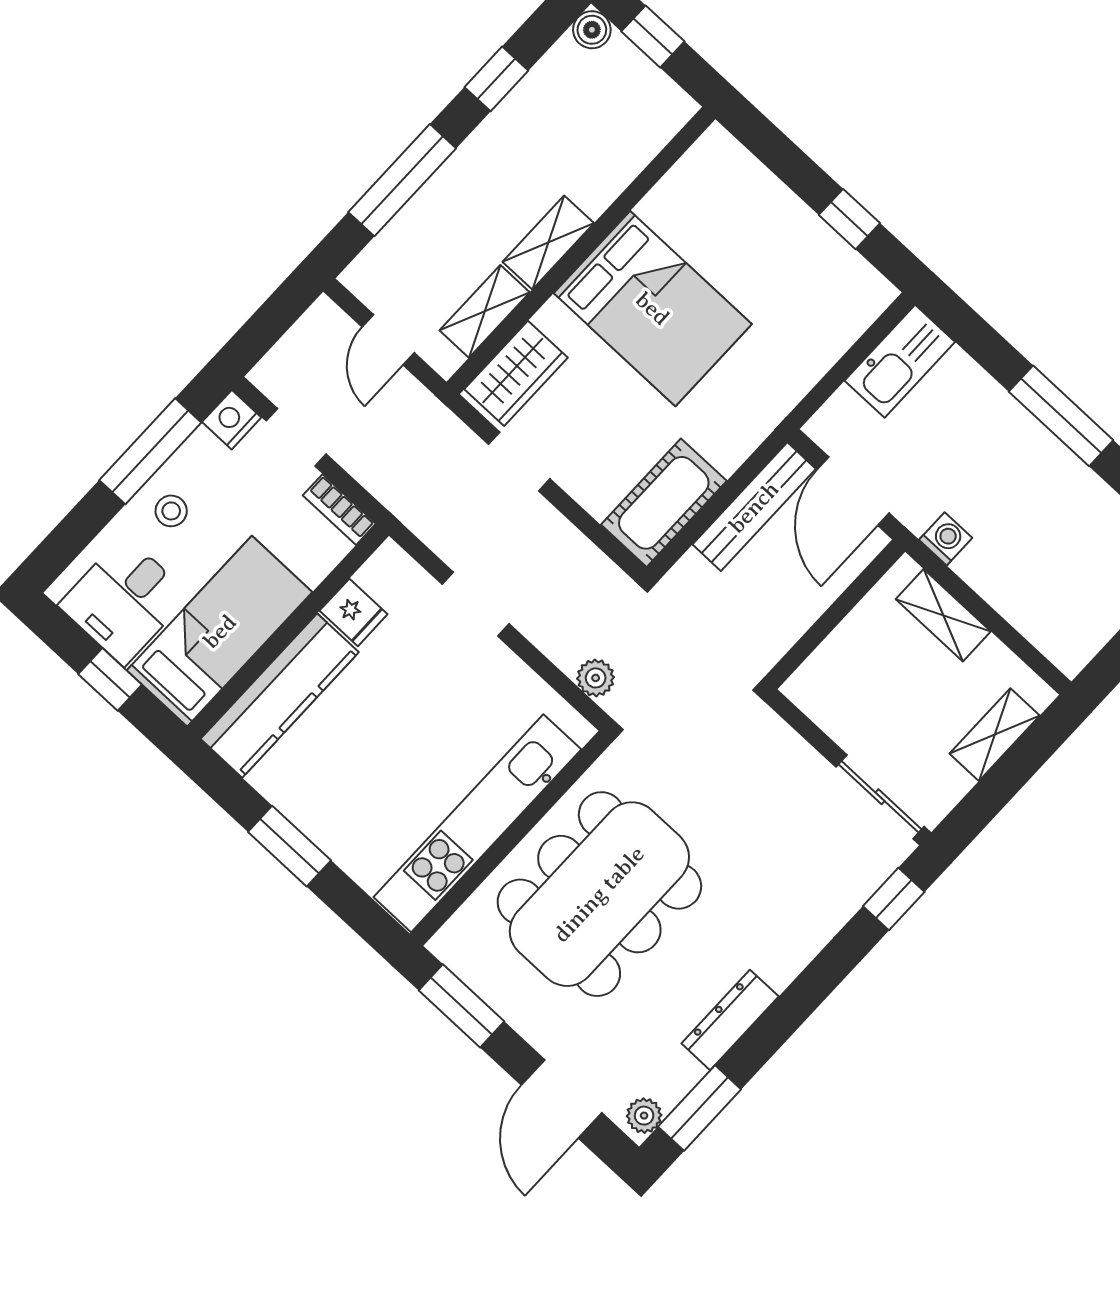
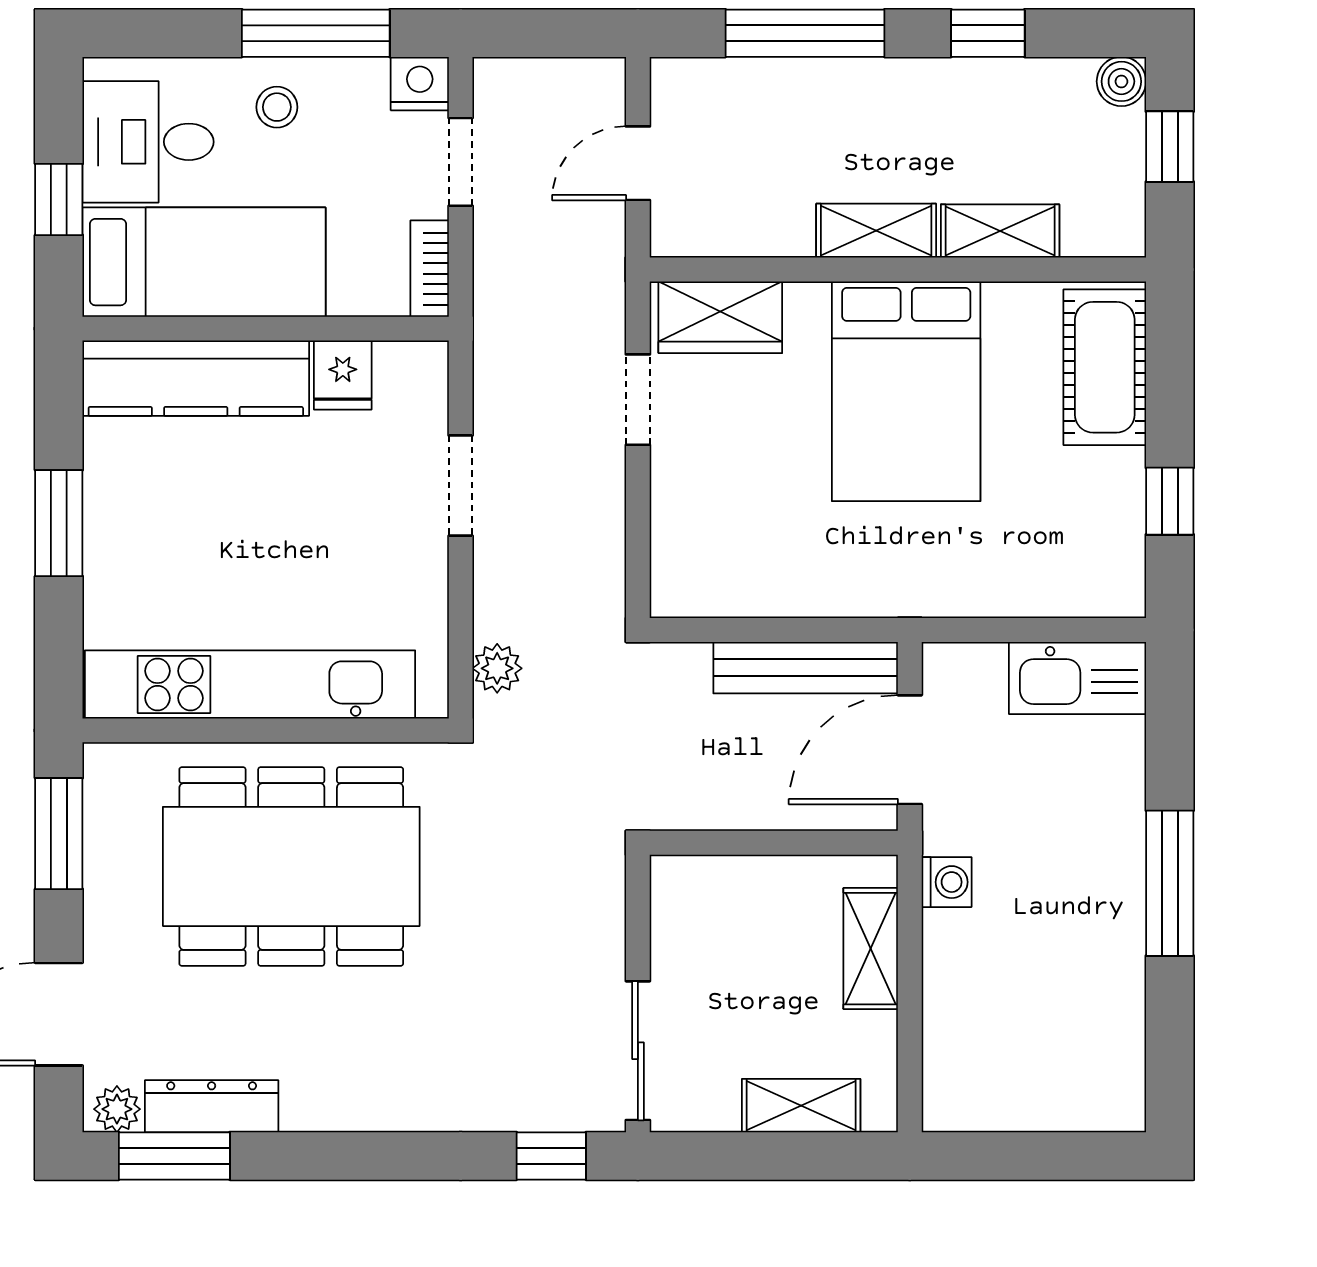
shelving: (485, 311) -> (1000, 231), moved
cot: (664, 503) -> (1105, 367), moved, turned 90
dresser: (730, 1020) -> (212, 1106), moved

